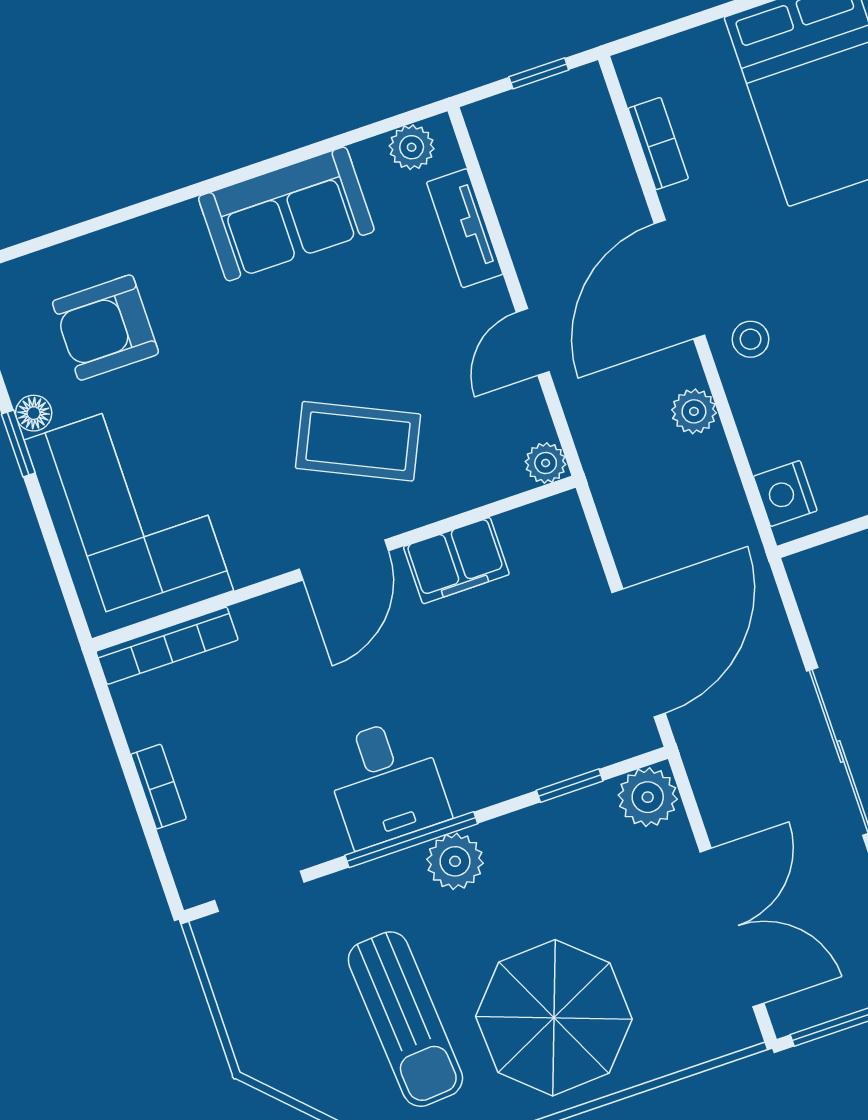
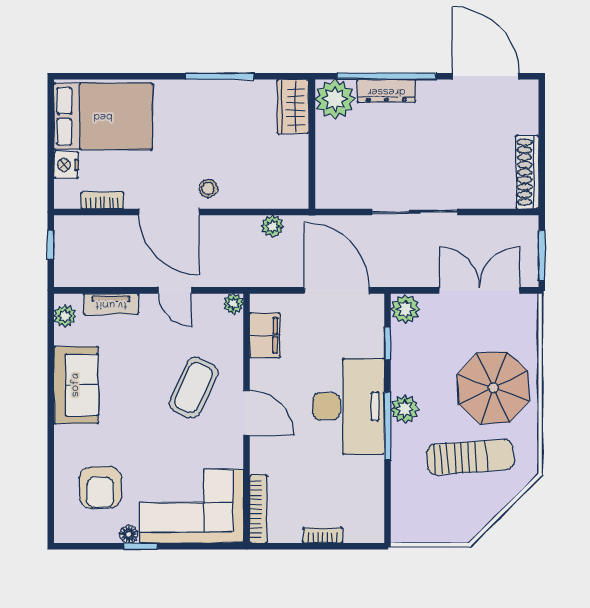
plant: (694, 411) -> (272, 226), moved
nightstand: (785, 493) -> (66, 165), moved, turned 90
filing cabinet: (456, 561) -> (265, 335), moved
desk: (386, 782) -> (349, 406), width x1.87, depth x1.30
doorway: (259, 891) -> (388, 505), removed

